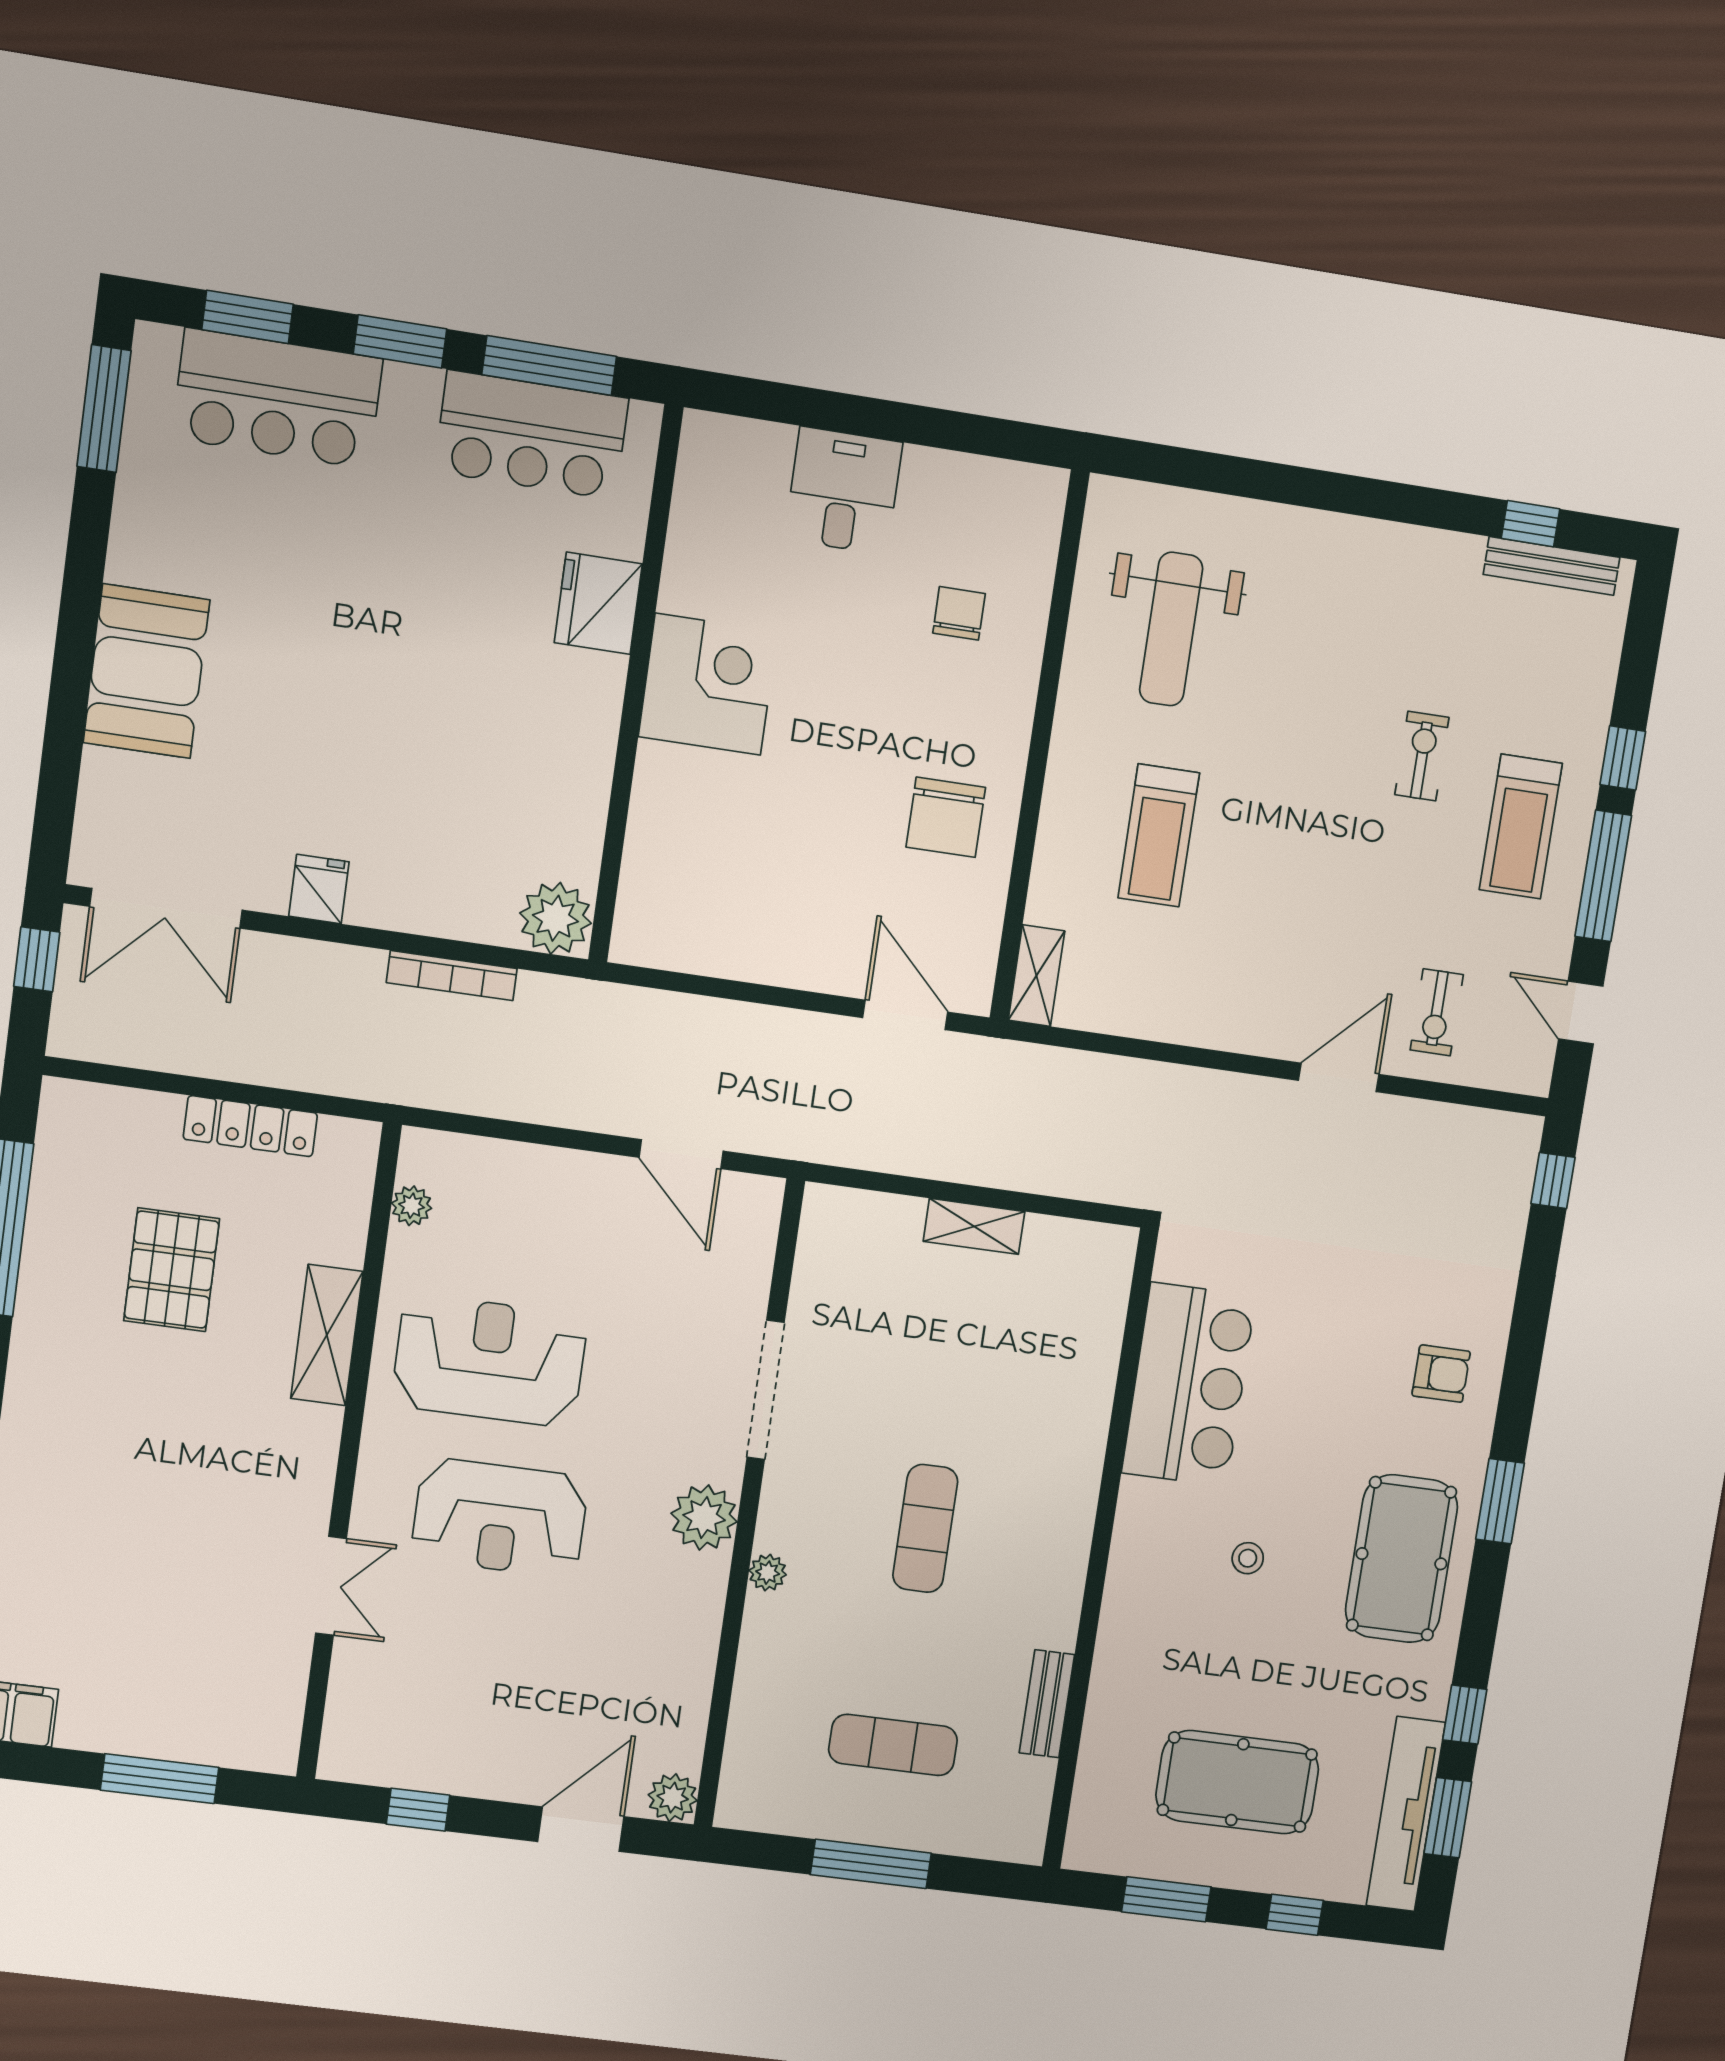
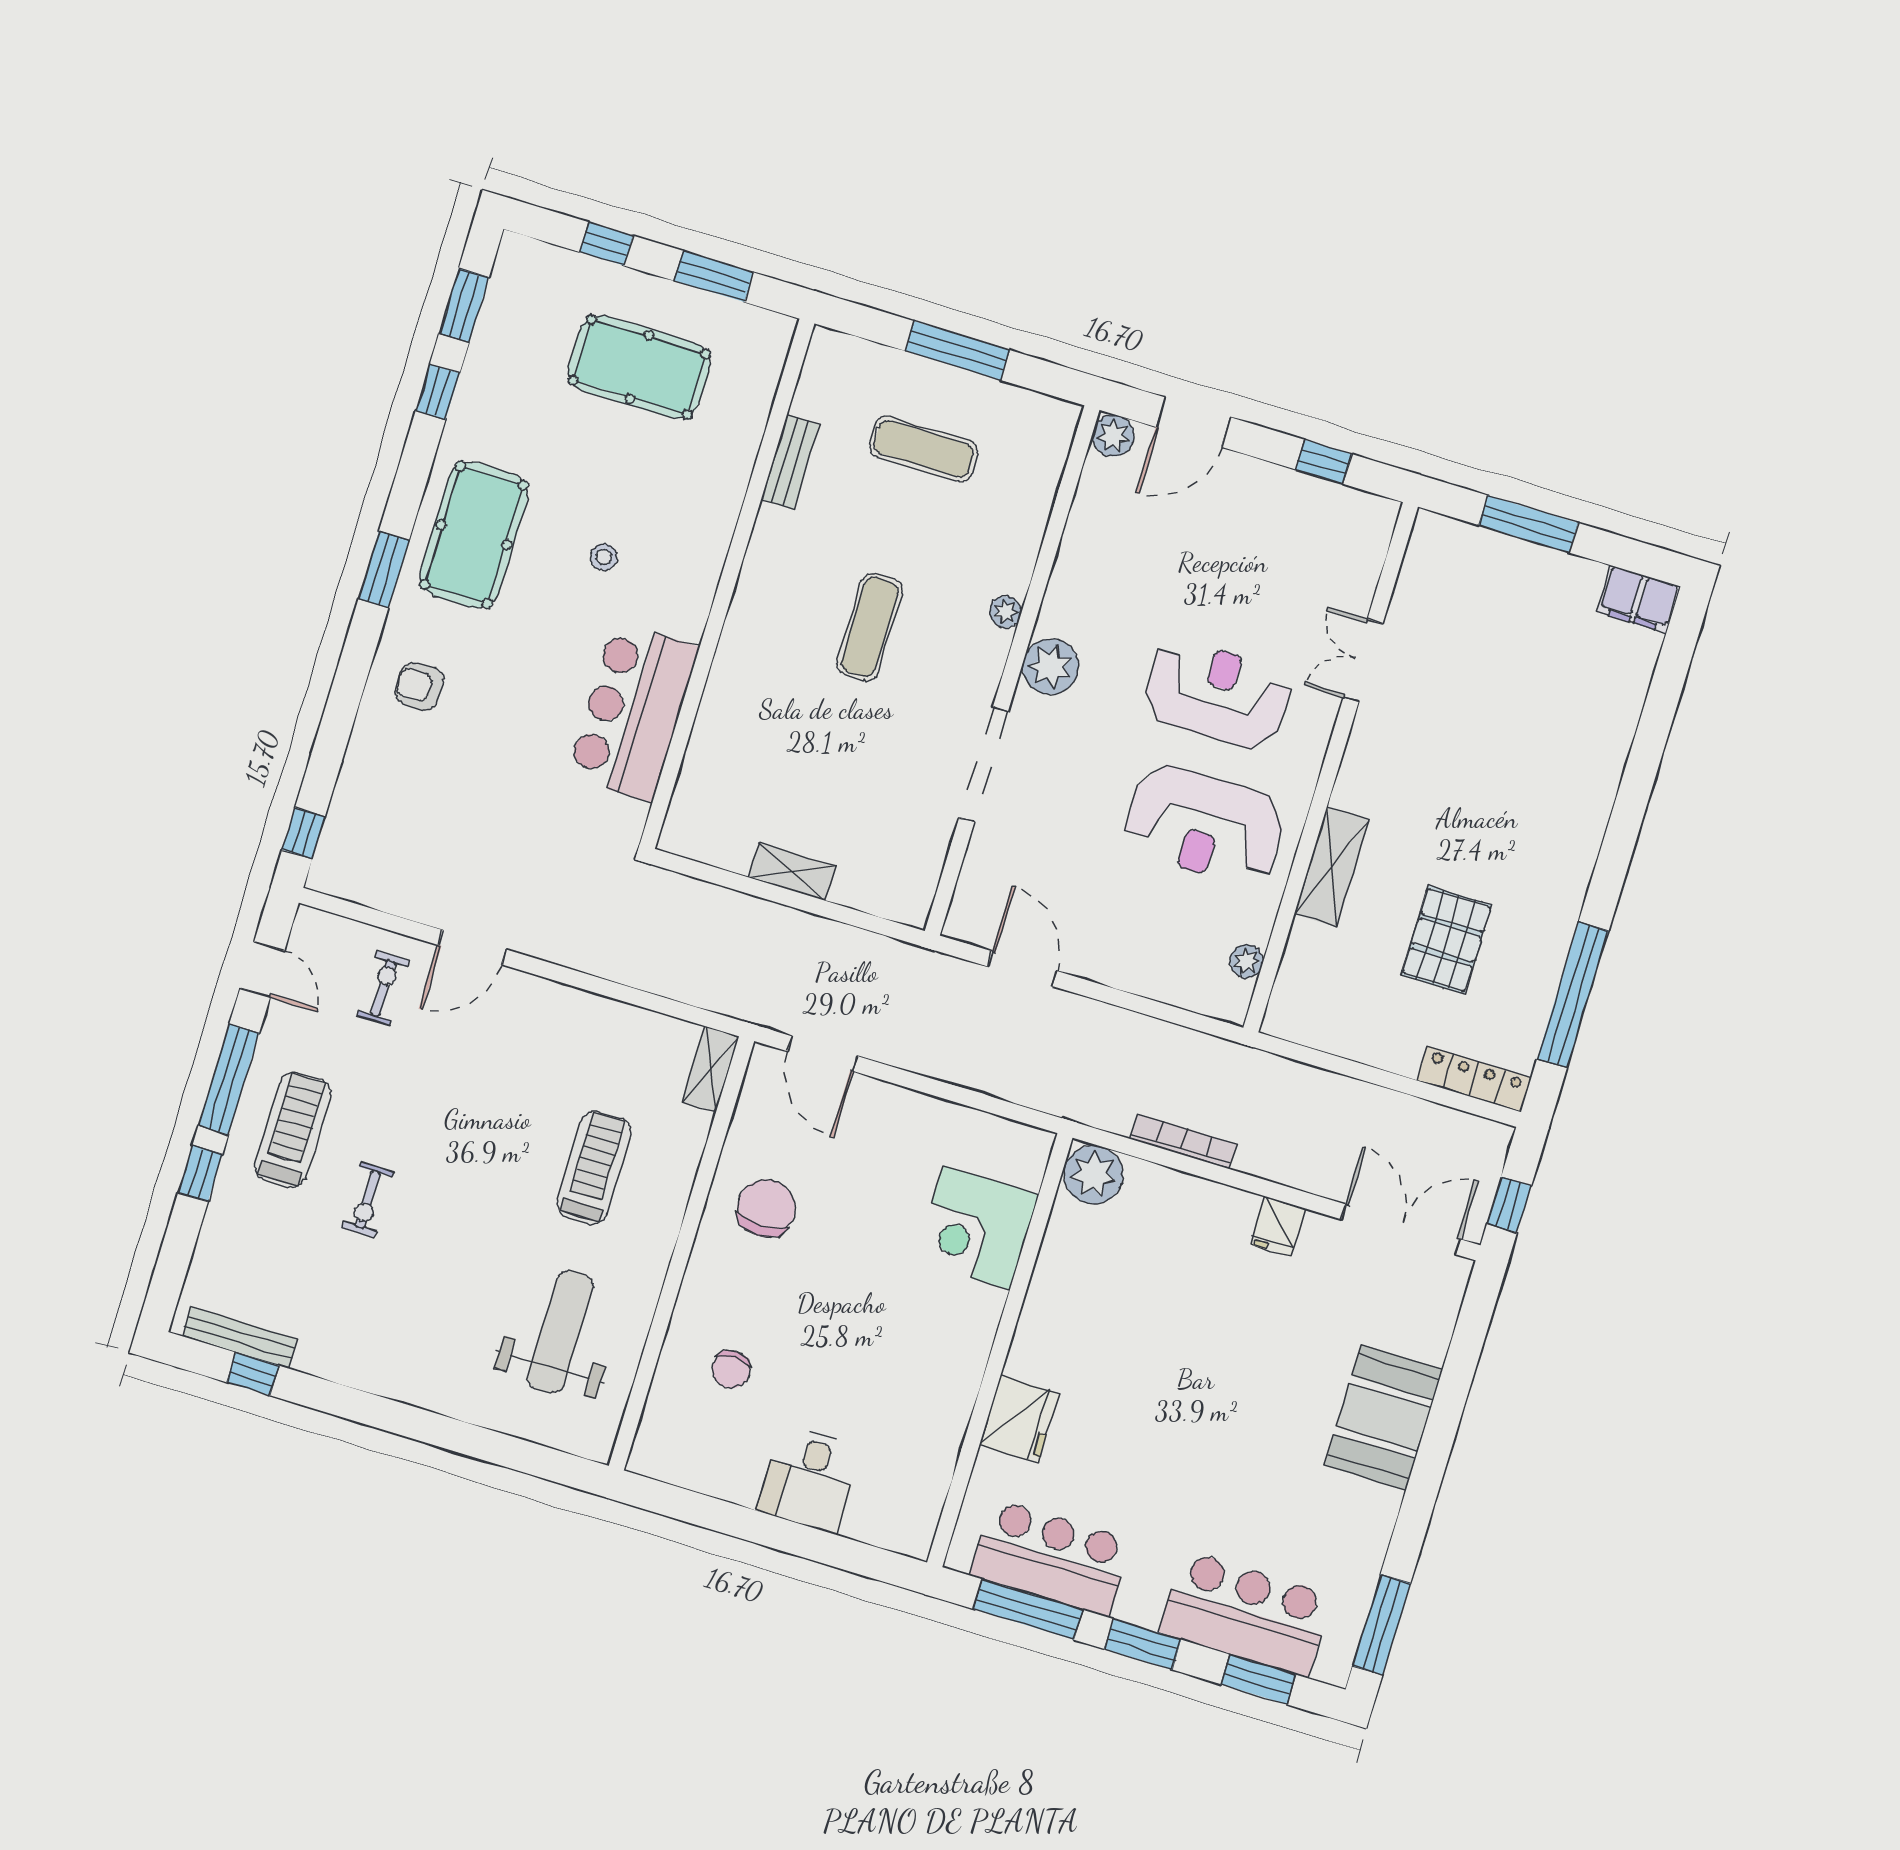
corner desk: (708, 684) -> (977, 1228), moved
locker: (250, 1126) -> (1474, 1079), moved
tv unit: (1406, 1814) -> (500, 315), removed

